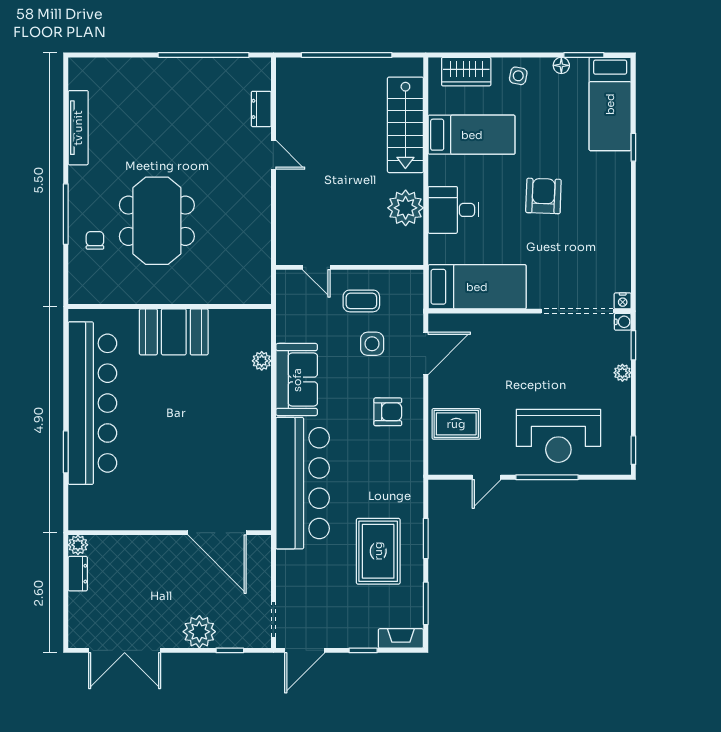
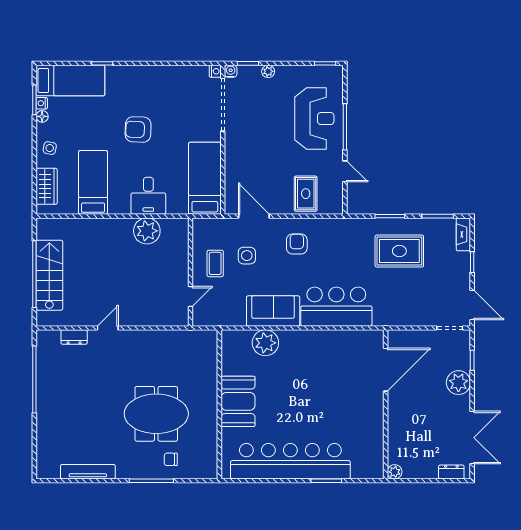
nightstand: (579, 65) -> (42, 103), added
stairs: (405, 125) -> (49, 275), moved, turned -90
plant: (262, 361) -> (265, 343), width x1.88, depth x1.88
bar counter: (303, 483) -> (336, 307), width x0.73
dresser: (78, 574) -> (451, 472), moved

